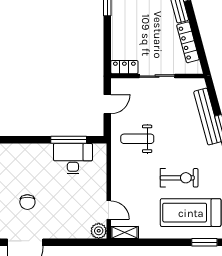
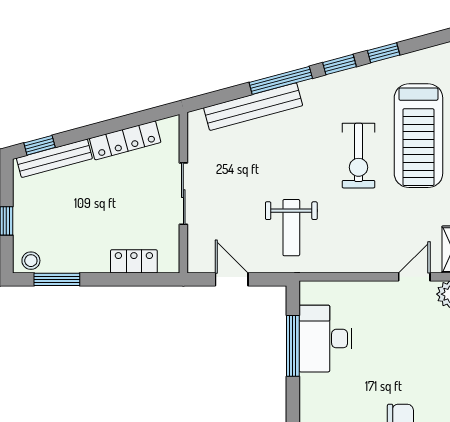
locker: (124, 67) -> (134, 261), moved, turned 90
exercise bike: (179, 178) -> (359, 156), turned 180

